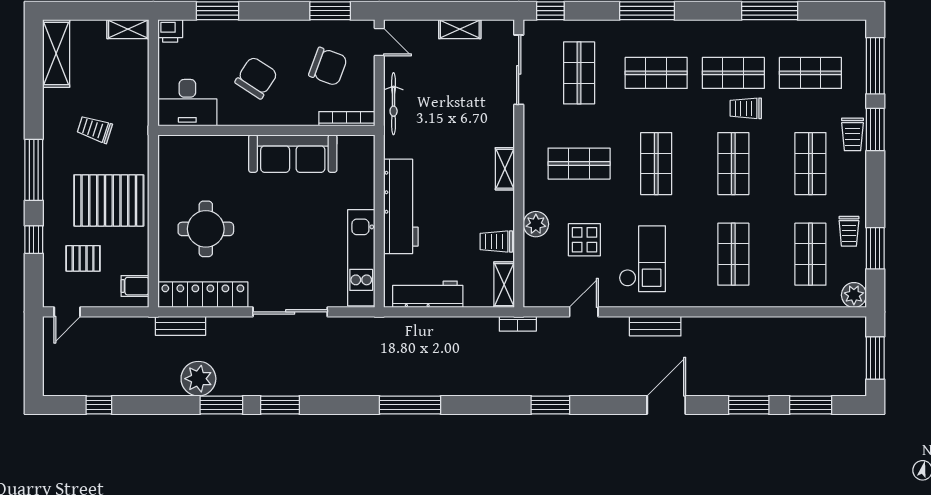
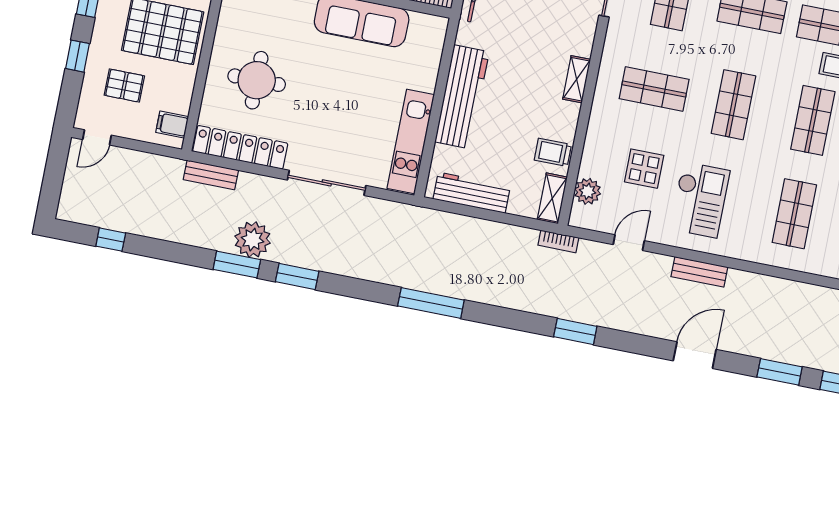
plant: (536, 224) -> (588, 191), moved
plant: (198, 379) -> (253, 240), moved

